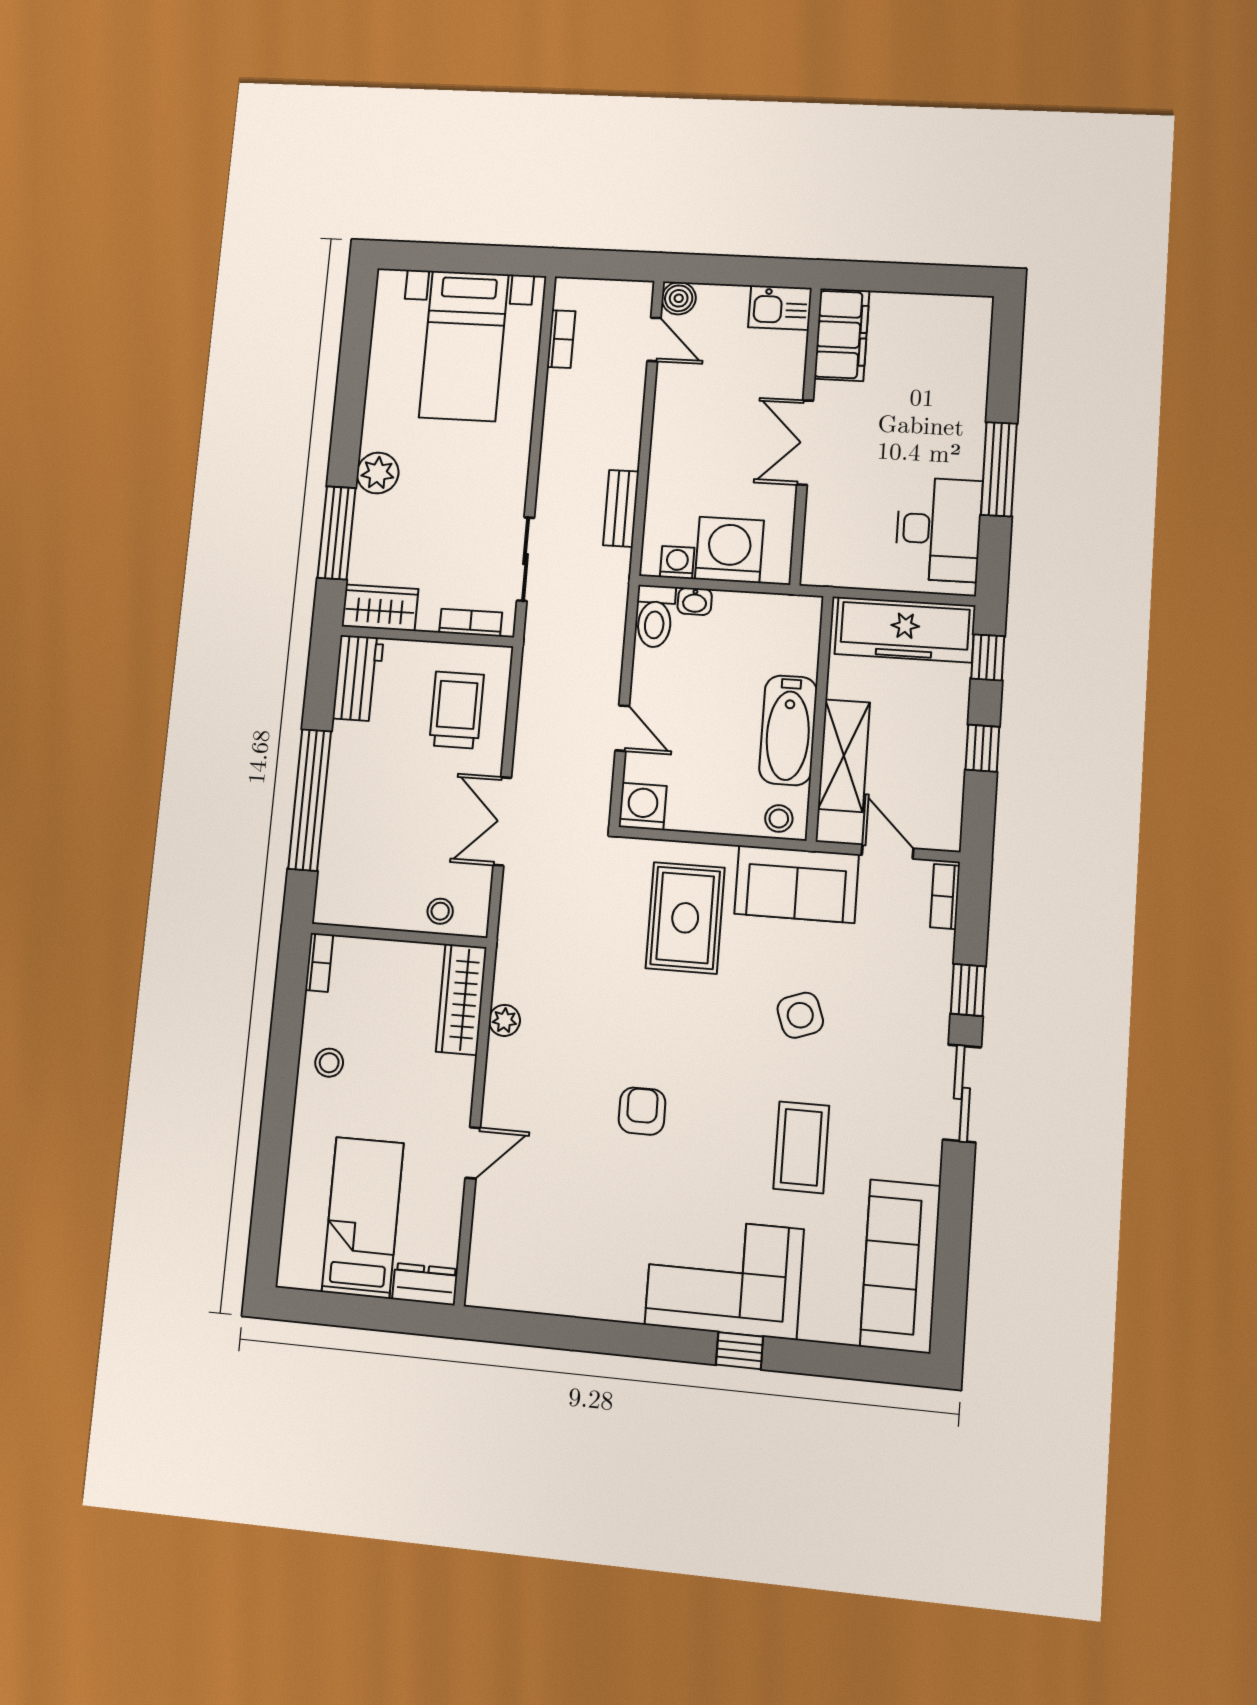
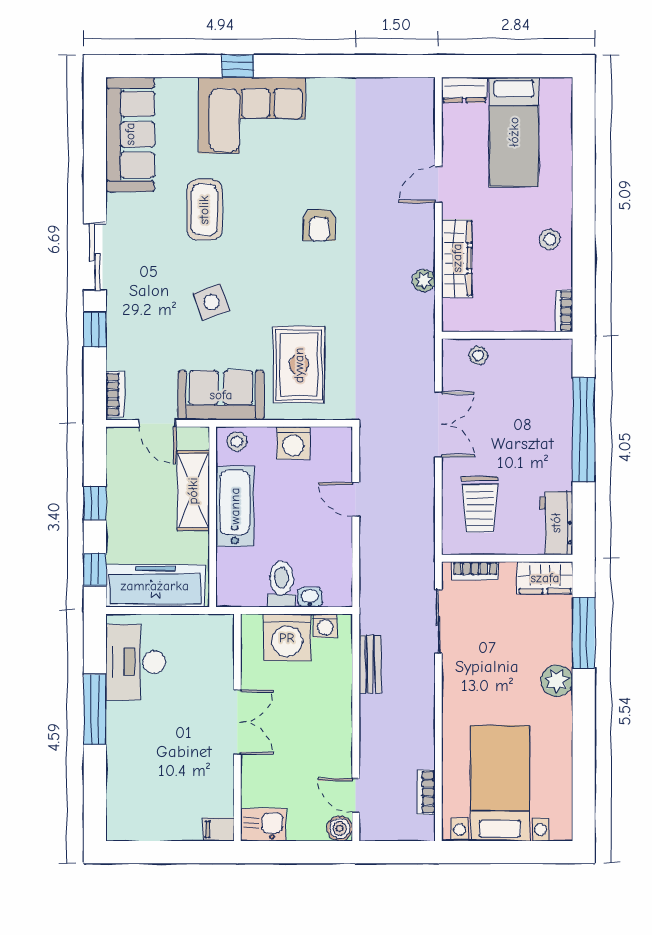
filing cabinet: (842, 335) -> (218, 829), width x0.33, depth x0.86
toilet: (655, 616) -> (281, 584), moved
washing machine: (643, 806) -> (293, 443), moved
wardrobe: (461, 999) -> (457, 258), moved

